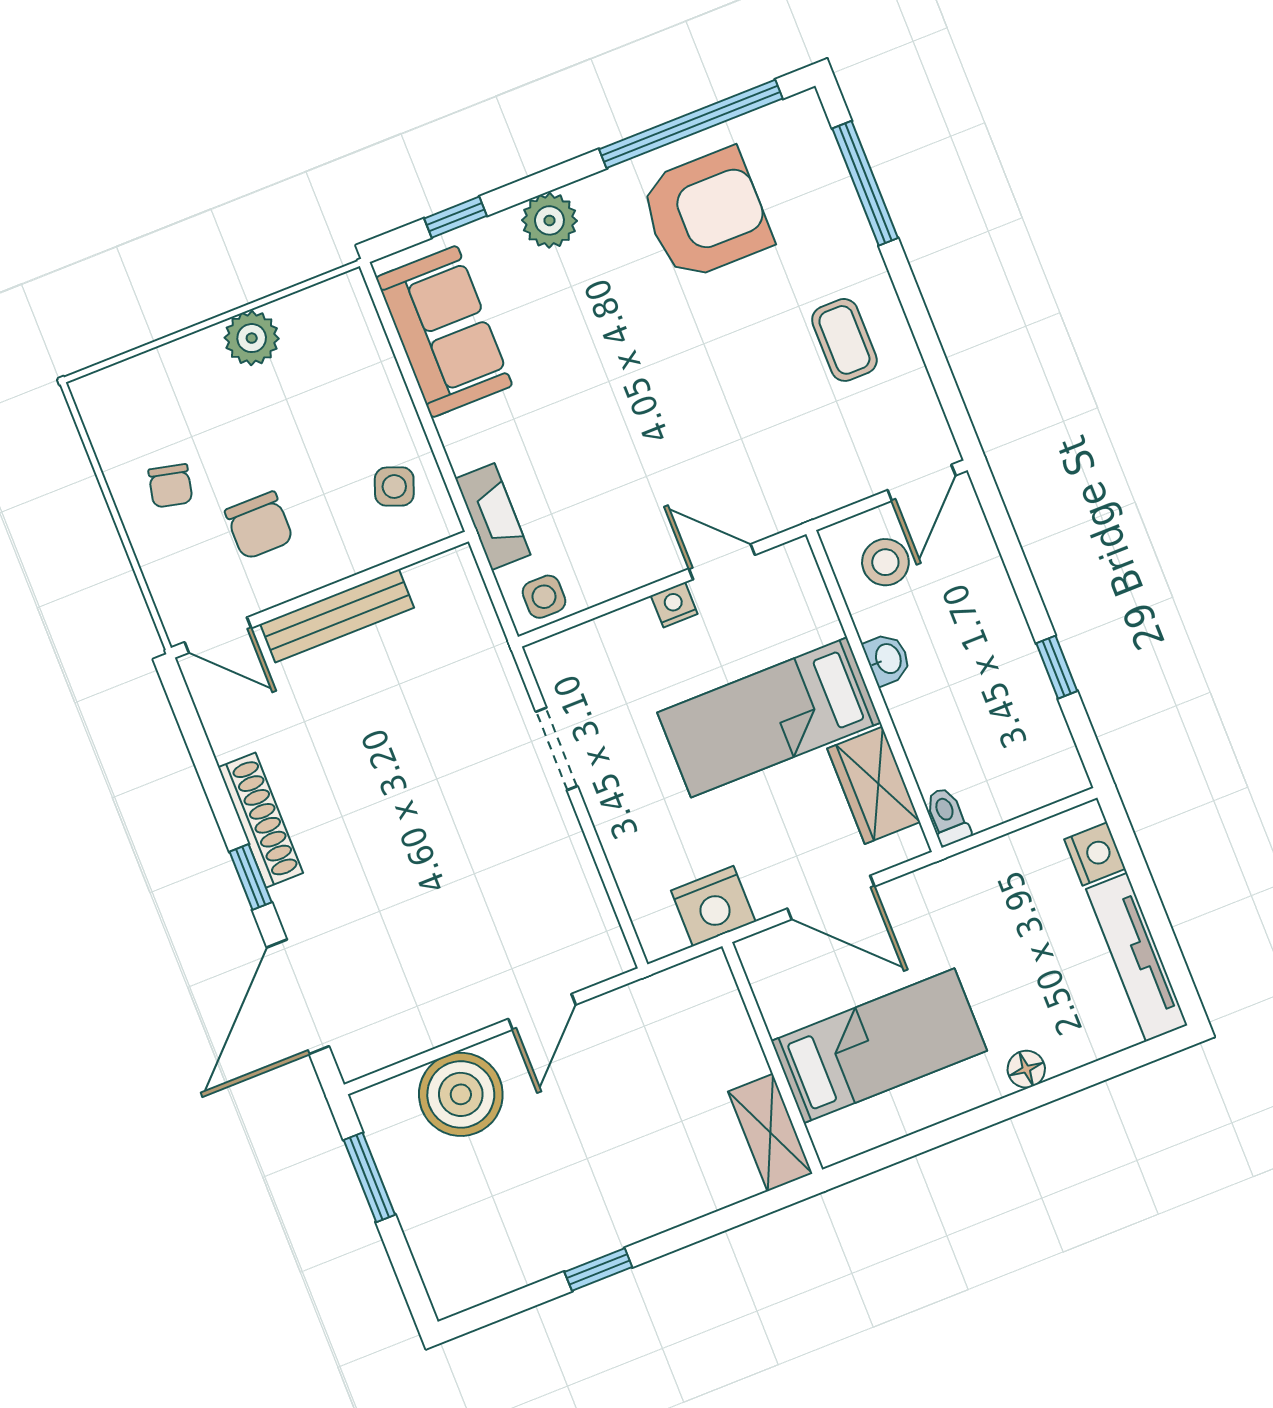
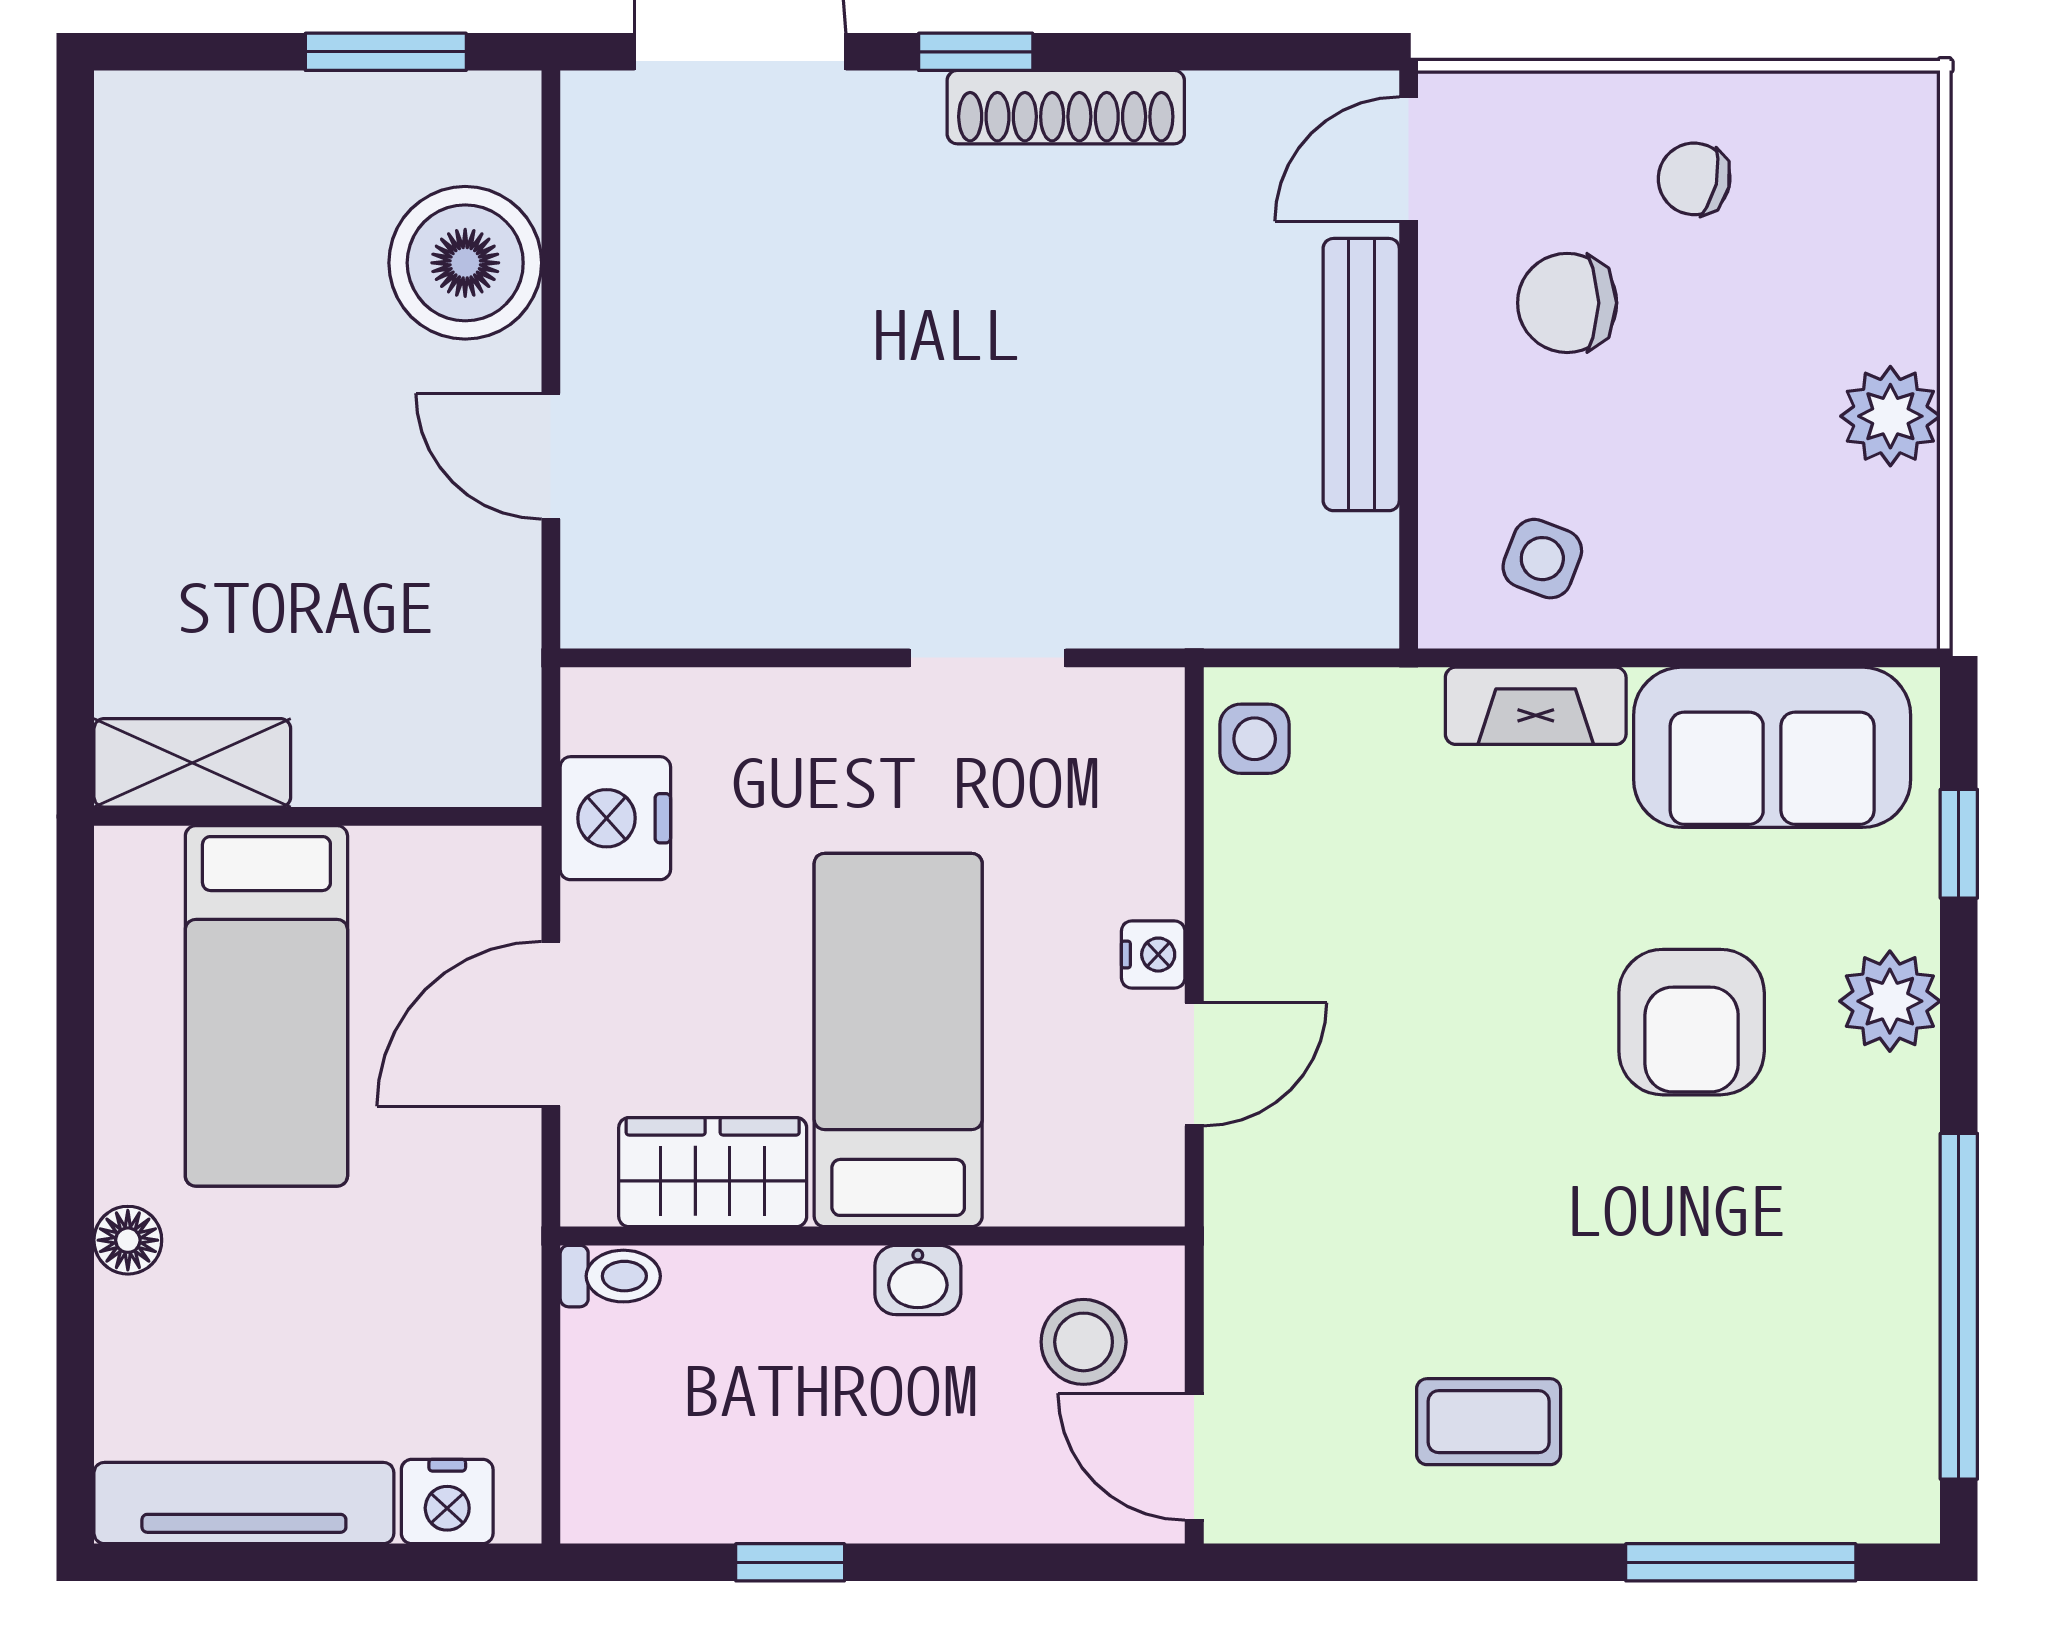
armchair: (706, 214) -> (1692, 1022), moved, width x0.73, depth x0.73
fireplace: (493, 517) -> (1536, 706), moved
window: (598, 1269) -> (75, 379), removed

